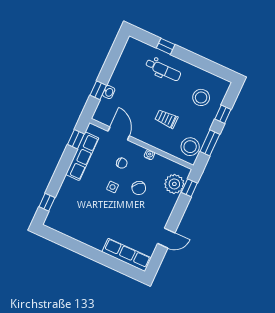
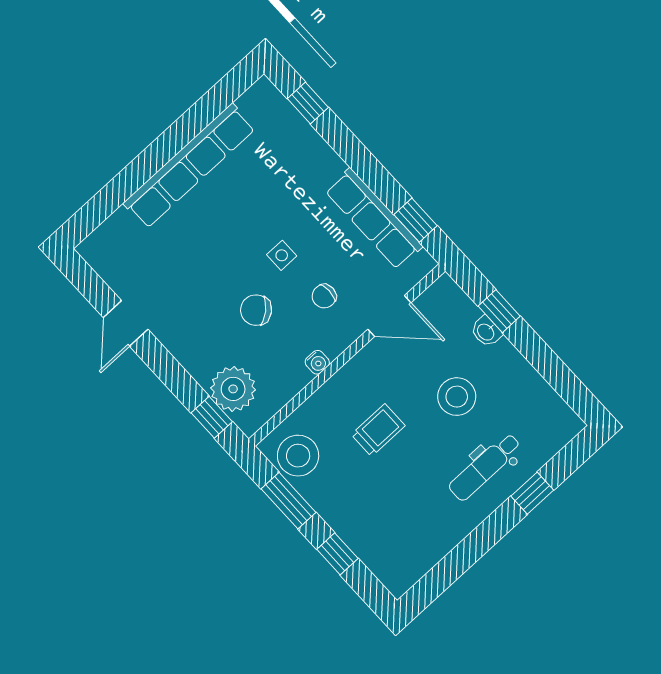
stool: (201, 97) -> (457, 397), moved
row of seats: (127, 255) -> (189, 166), moved, width x1.36

